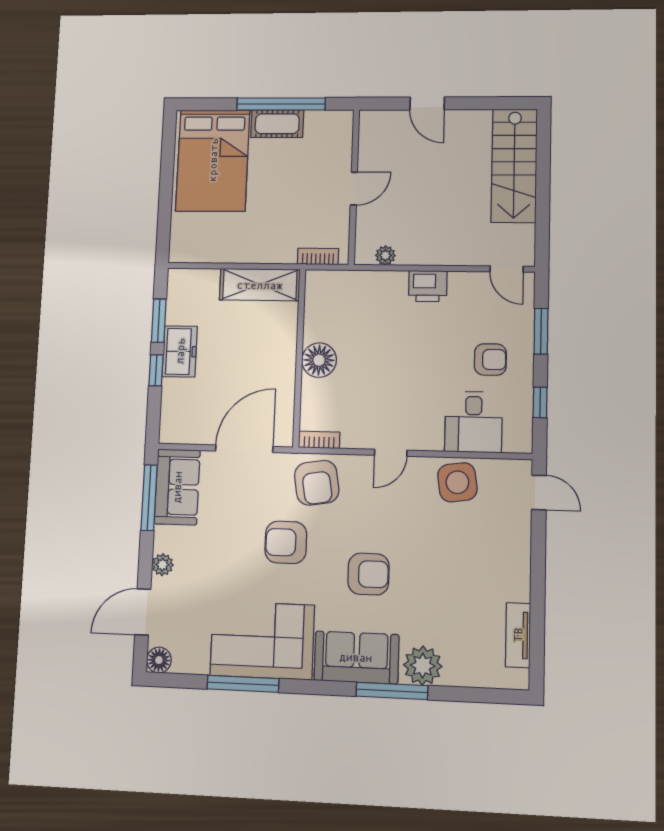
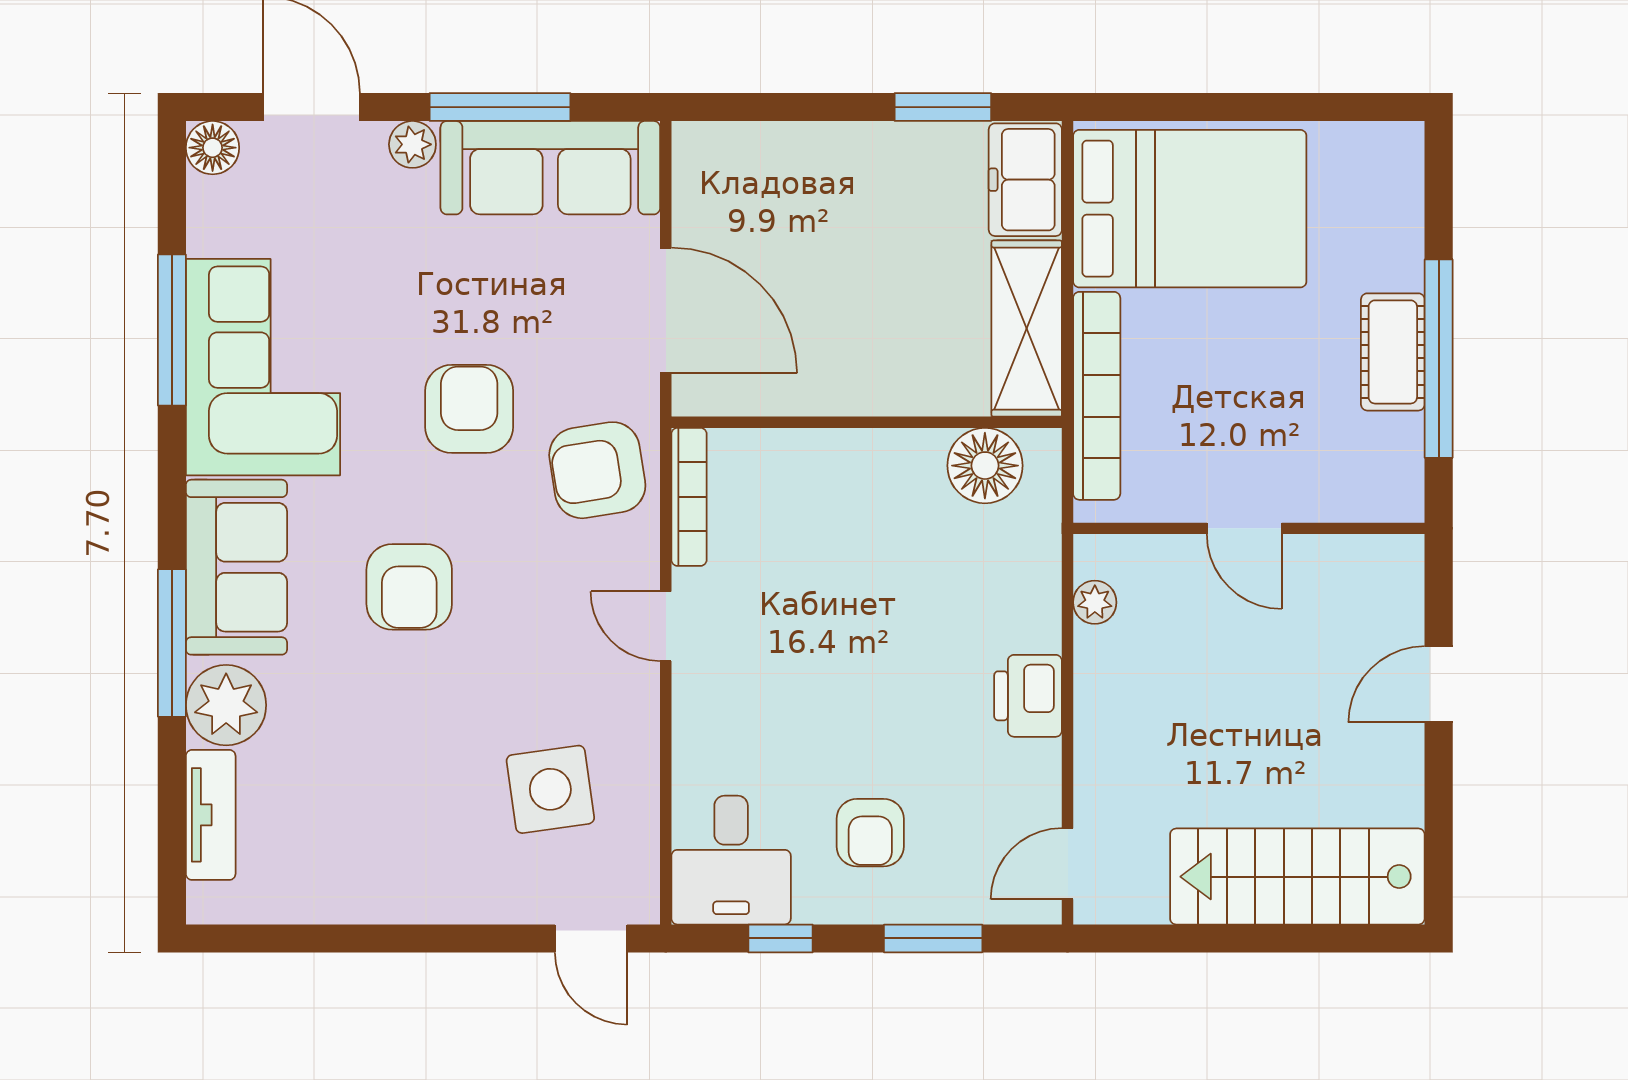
bed: (213, 160) -> (1190, 209), moved, turned 180
bookcase: (318, 256) -> (1097, 396), width x2.31, depth x1.31
freezer: (180, 351) -> (1025, 180), moved, turned 90
floor lamp: (319, 360) -> (985, 466), moved
window: (156, 370) -> (832, 107), removed
desk: (473, 422) -> (731, 860), moved, turned -90
bookcase: (319, 440) -> (689, 497), width x1.56
side table: (457, 482) -> (550, 789), moved
sofa: (177, 487) -> (550, 168), width x1.36
door: (539, 492) -> (591, 938), hinge flipped
window: (149, 498) -> (500, 107), moved
tv unit: (518, 635) -> (211, 815), moved, turned 90

